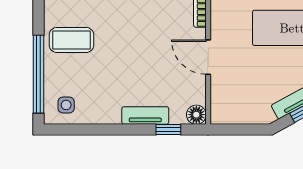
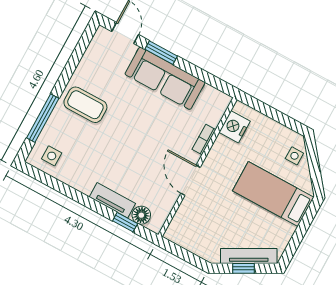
window: (38, 74) -> (43, 118), width x0.68
floor lamp: (196, 115) -> (141, 215), moved

